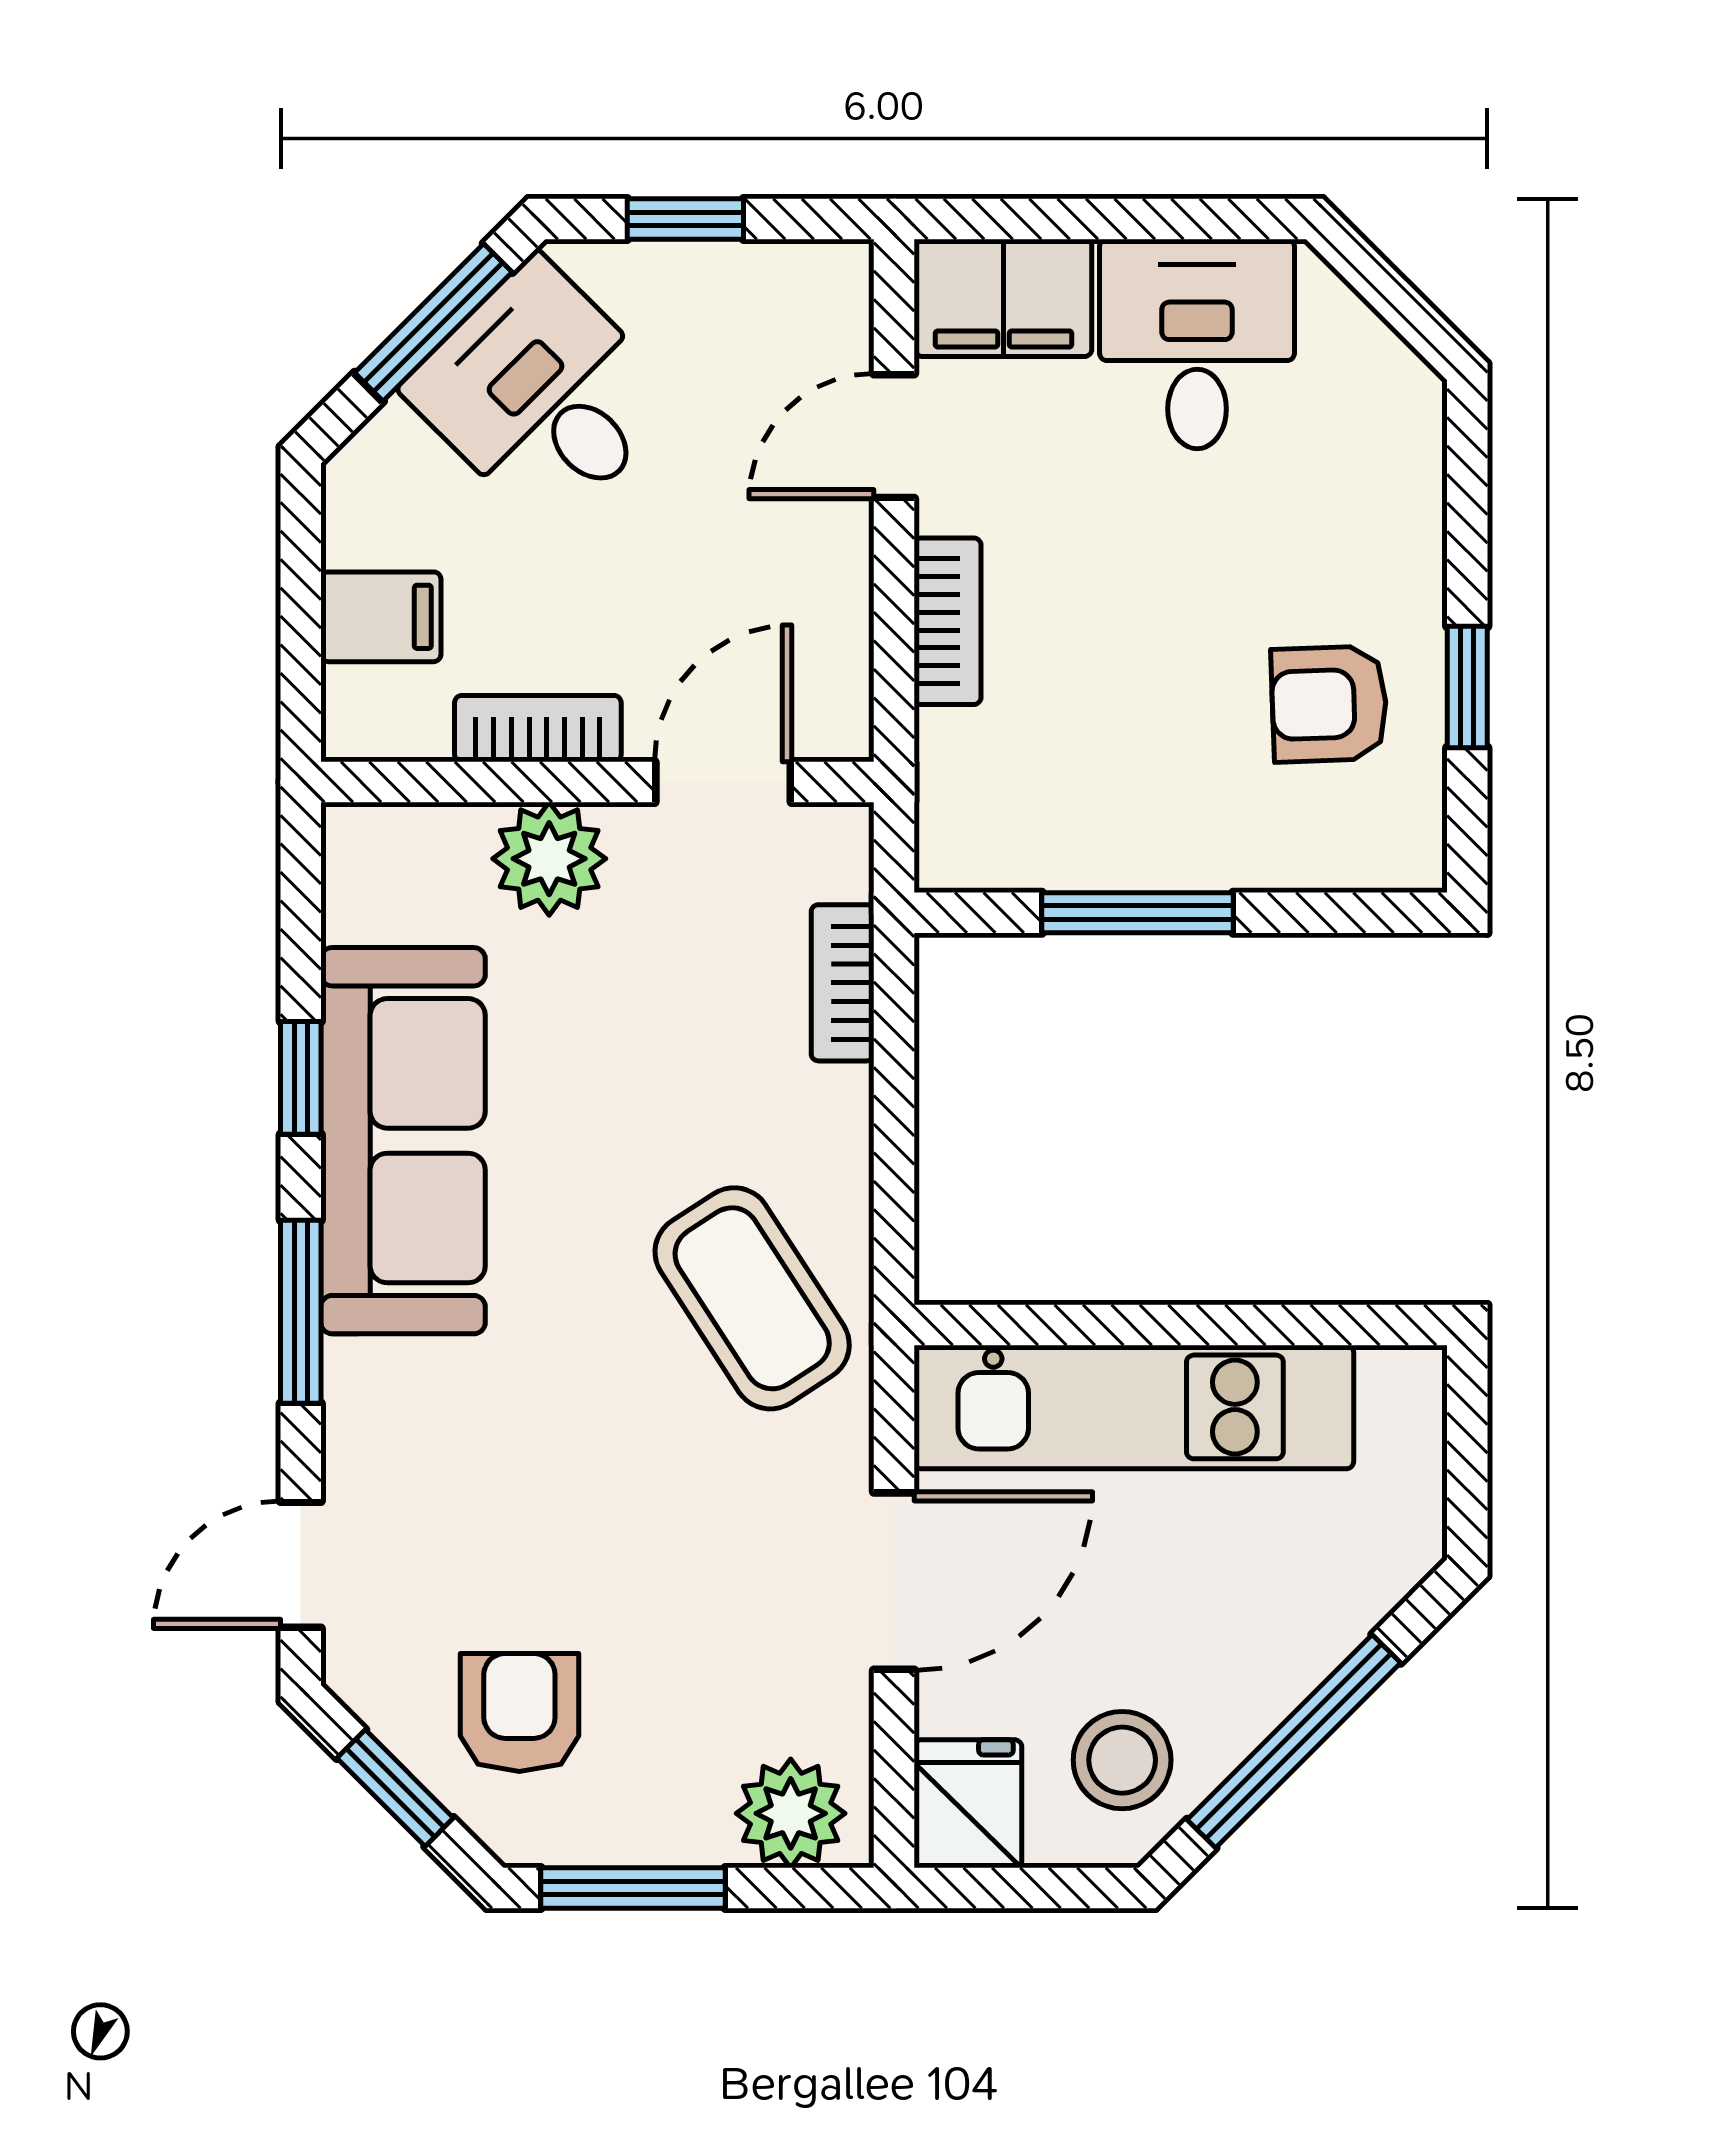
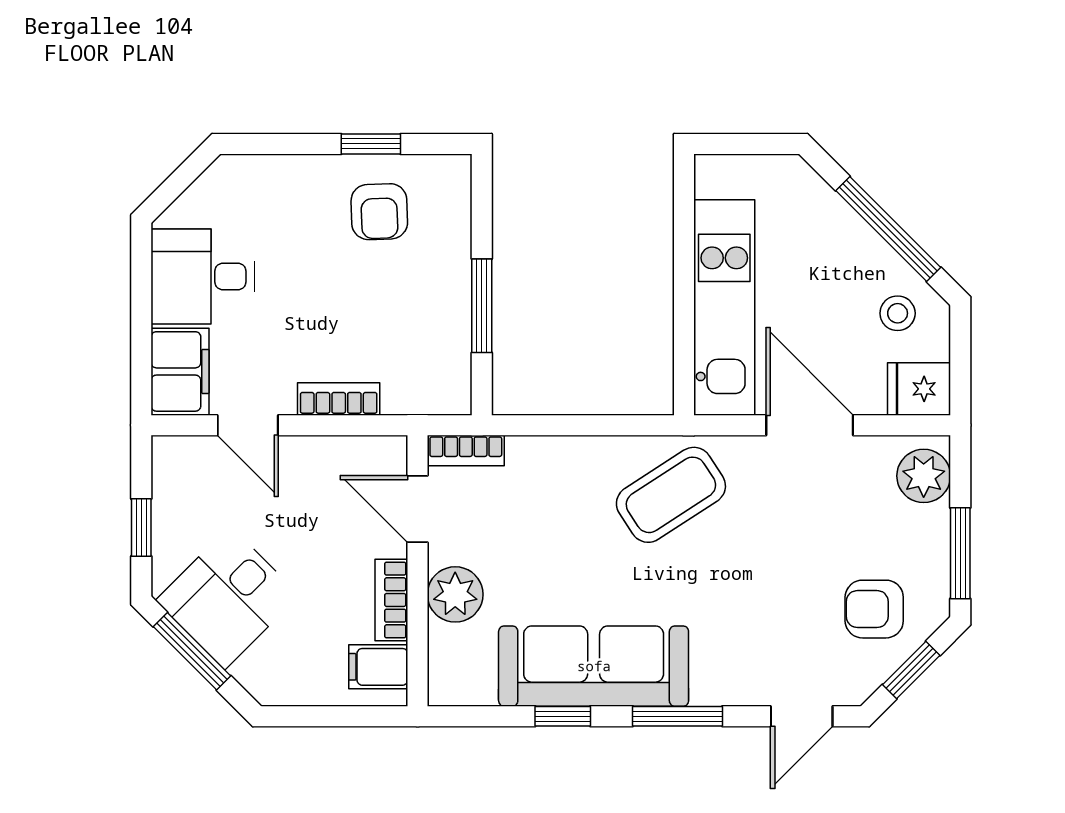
filing cabinet: (381, 617) -> (378, 667), moved, turned -90
bookcase: (843, 983) -> (466, 450), moved
door: (301, 1565) -> (802, 716), hinge flipped
stool: (1122, 1760) -> (898, 313), width x0.73, depth x0.73

